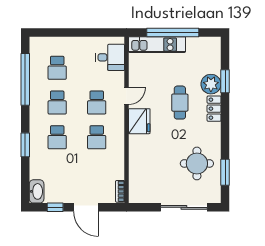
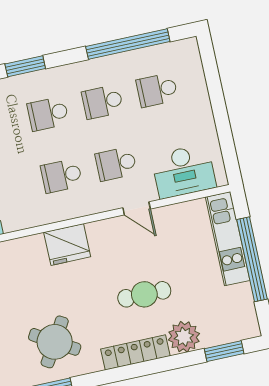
desk: (110, 57) -> (184, 171), width x1.37
window: (225, 81) -> (224, 351), moved
locker: (214, 109) -> (135, 352), width x1.53
fridge: (139, 121) -> (67, 244), moved
round table: (197, 163) -> (55, 342), turned 31

